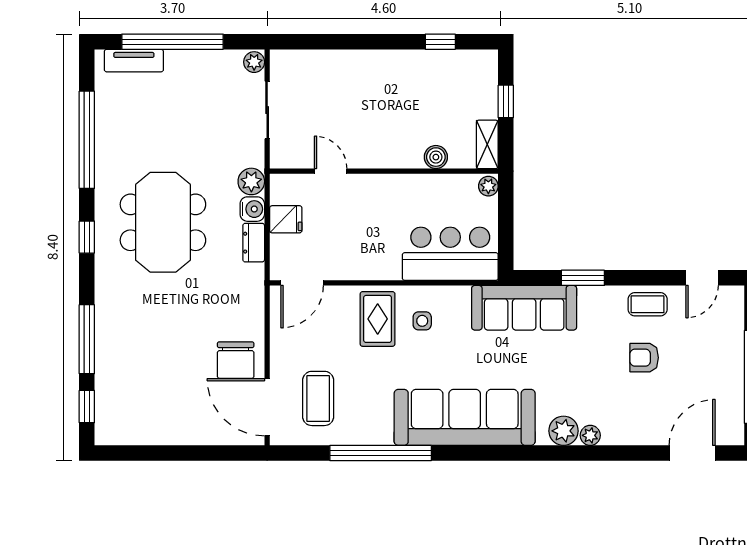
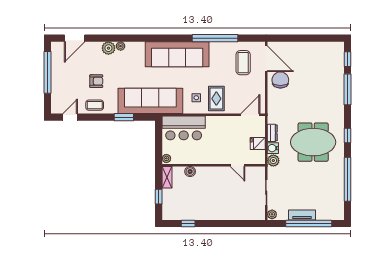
tv unit: (134, 61) -> (302, 215), moved
meeting table: (163, 222) -> (313, 142), turned 90
sofa: (524, 308) -> (150, 101), width x1.36, depth x1.27
plant: (564, 431) -> (108, 48), moved

